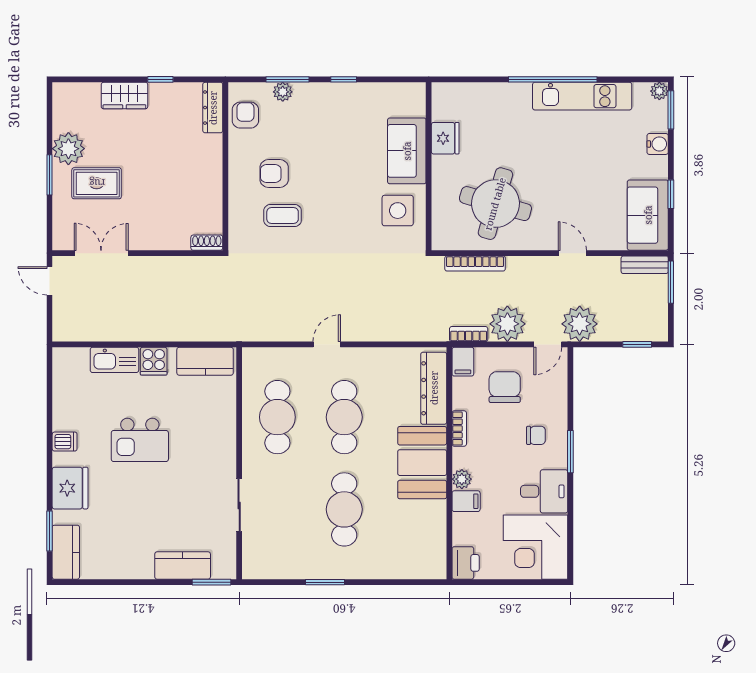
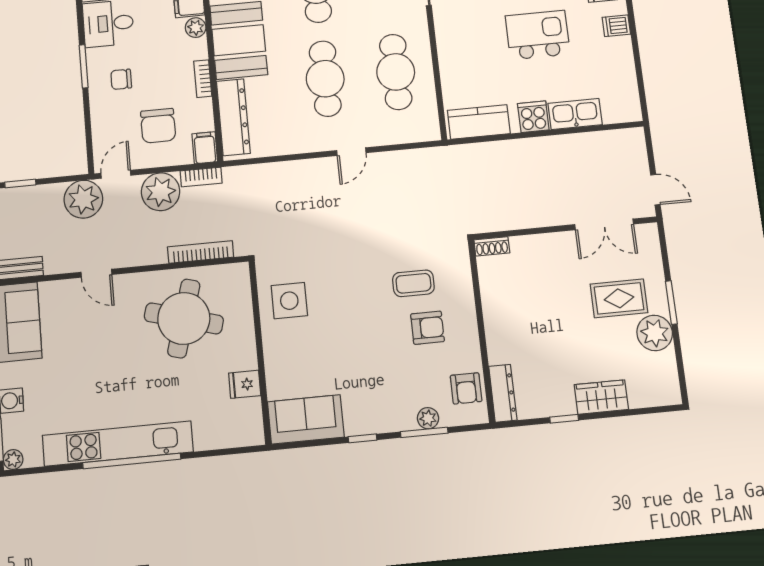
kitchen unit: (582, 96) -> (118, 444), width x1.36
fridge: (445, 138) -> (245, 384), width x0.72
sofa: (407, 151) -> (306, 419), moved, turned -90

